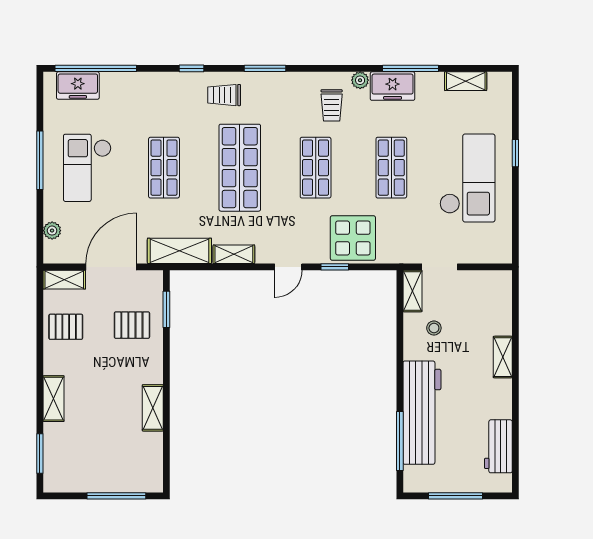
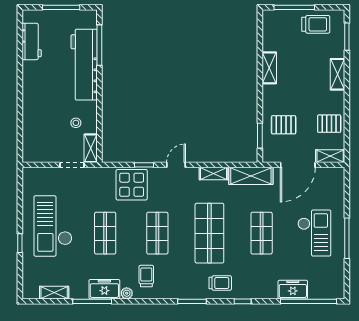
freezer: (78, 86) -> (293, 290), moved
plant: (52, 231) -> (339, 190), removed
shelving: (503, 357) -> (29, 103), removed
trolley: (85, 471) -> (316, 24), added

